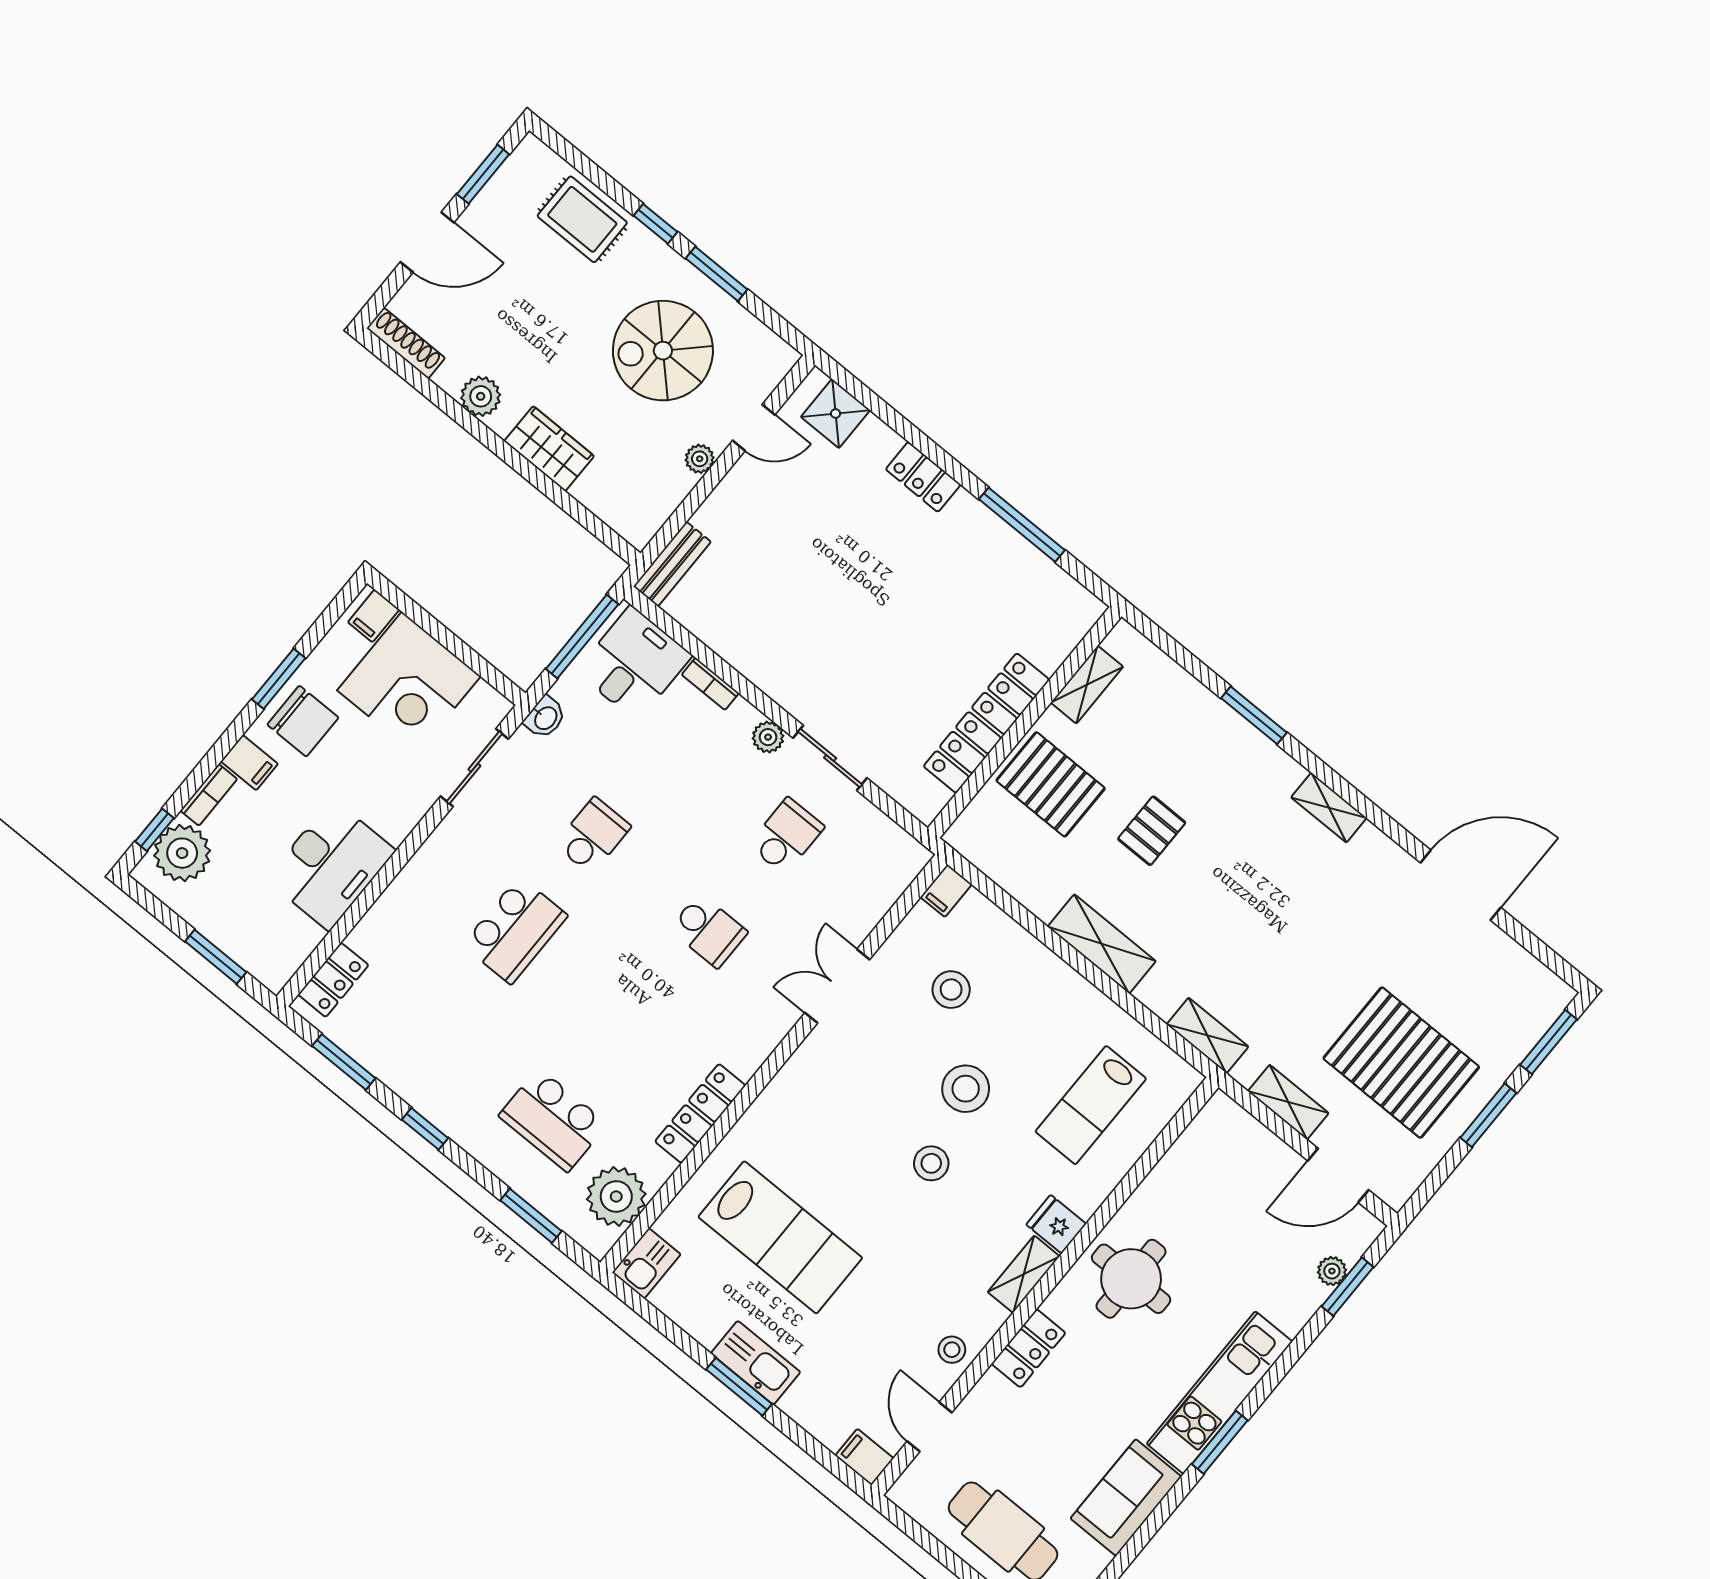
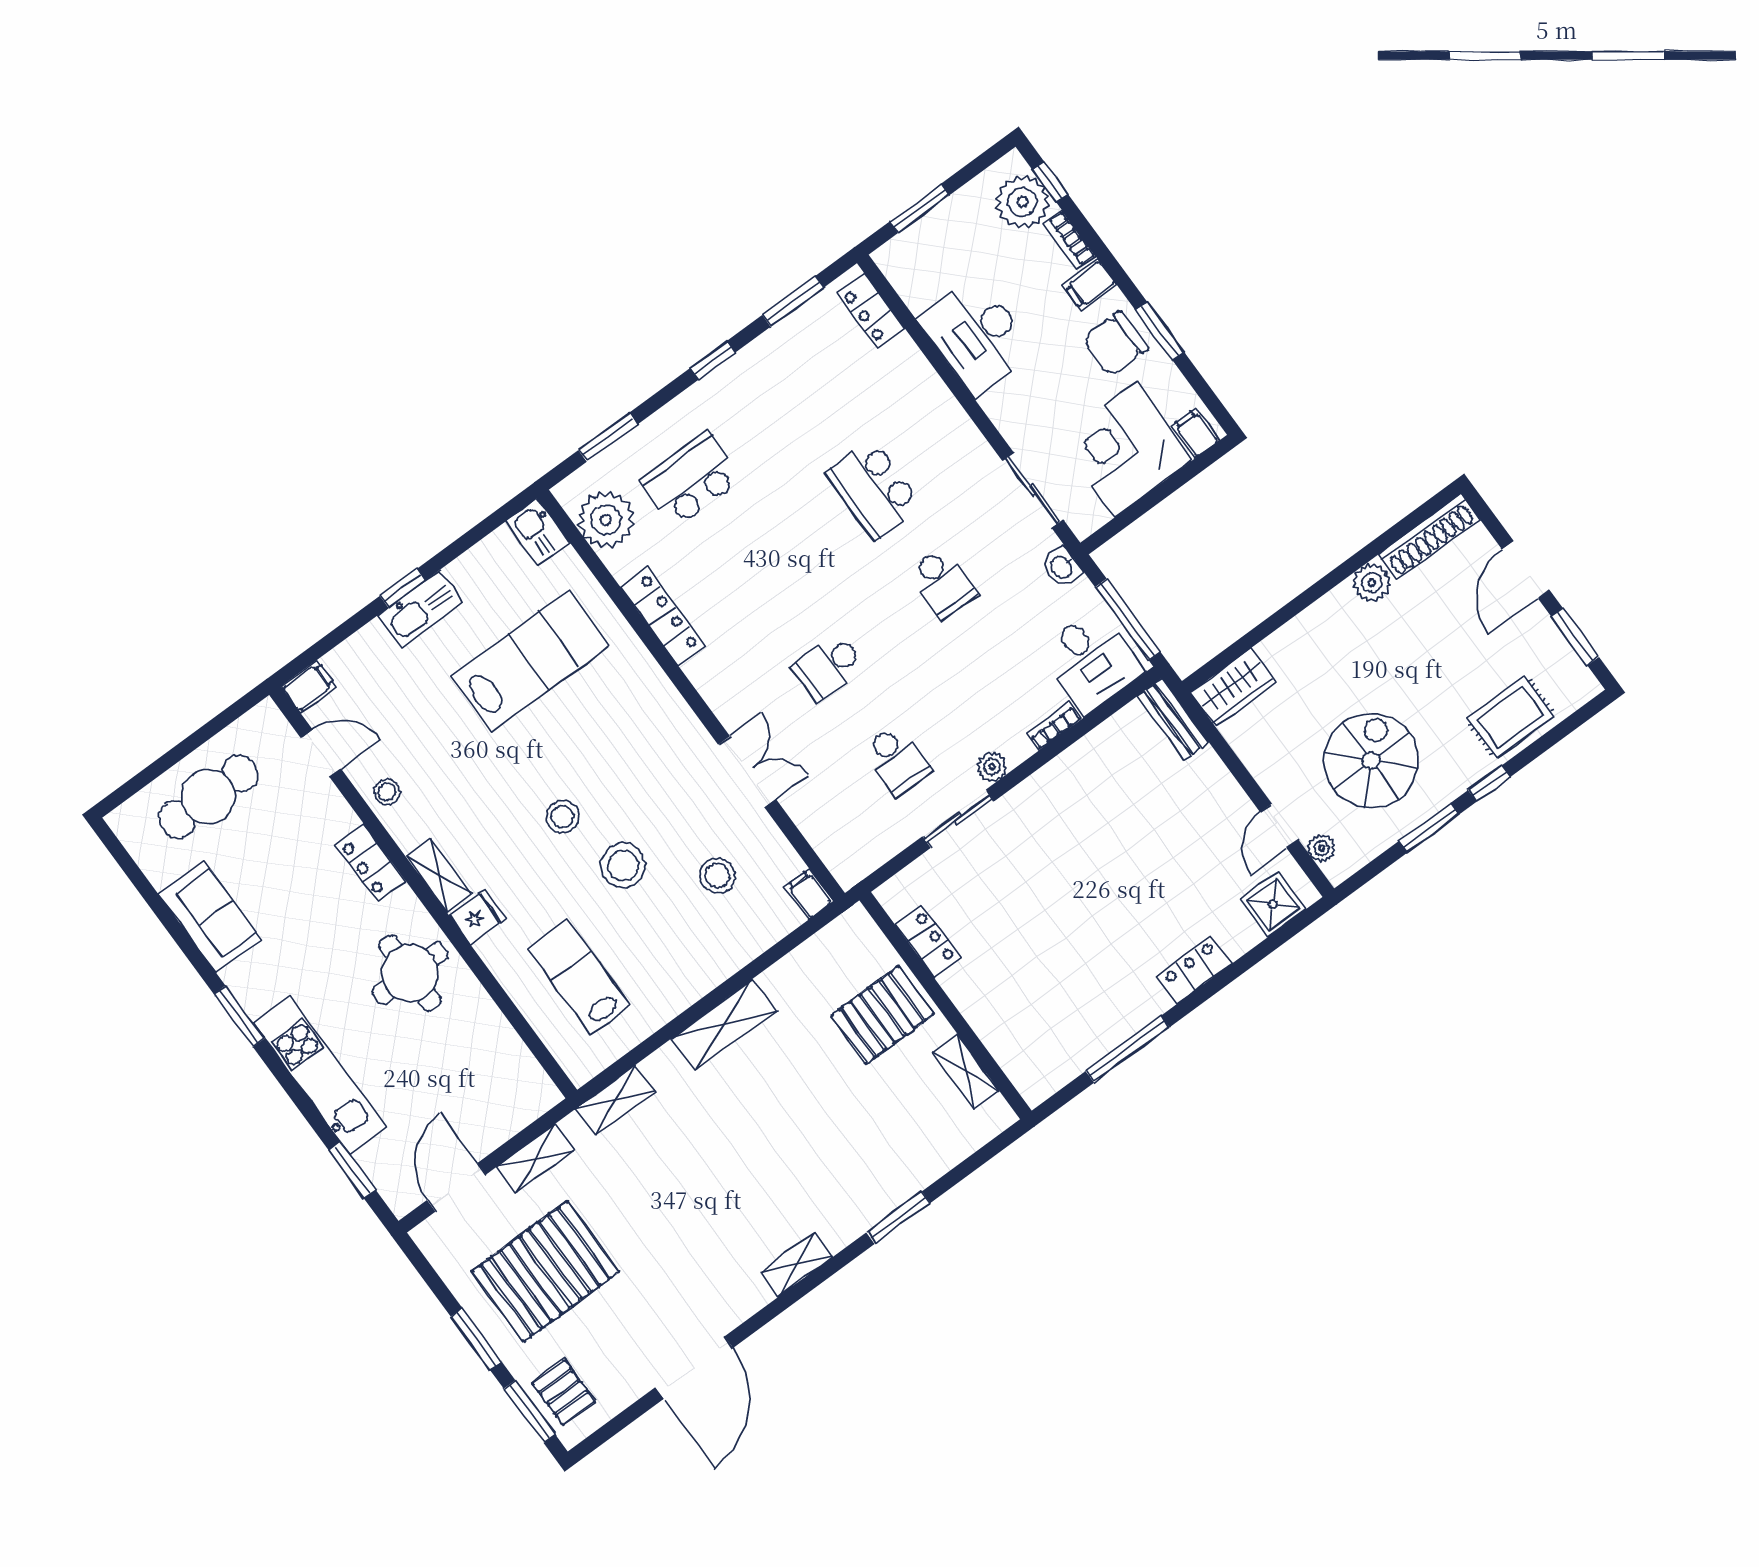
shoe rack: (406, 343) -> (1429, 537), width x1.36, depth x1.24
wardrobe: (549, 449) -> (1233, 688), moved
plant: (700, 459) -> (1322, 848), moved
locker: (986, 723) -> (928, 941), width x0.46, depth x0.83
pallet: (1152, 831) -> (564, 1392), moved
lab bench: (780, 1237) -> (530, 661), turned 180
plant: (1332, 1271) -> (370, 1159), removed
window: (739, 1387) -> (403, 588), width x0.67
kitchen unit: (1219, 1393) -> (320, 1075), moved

